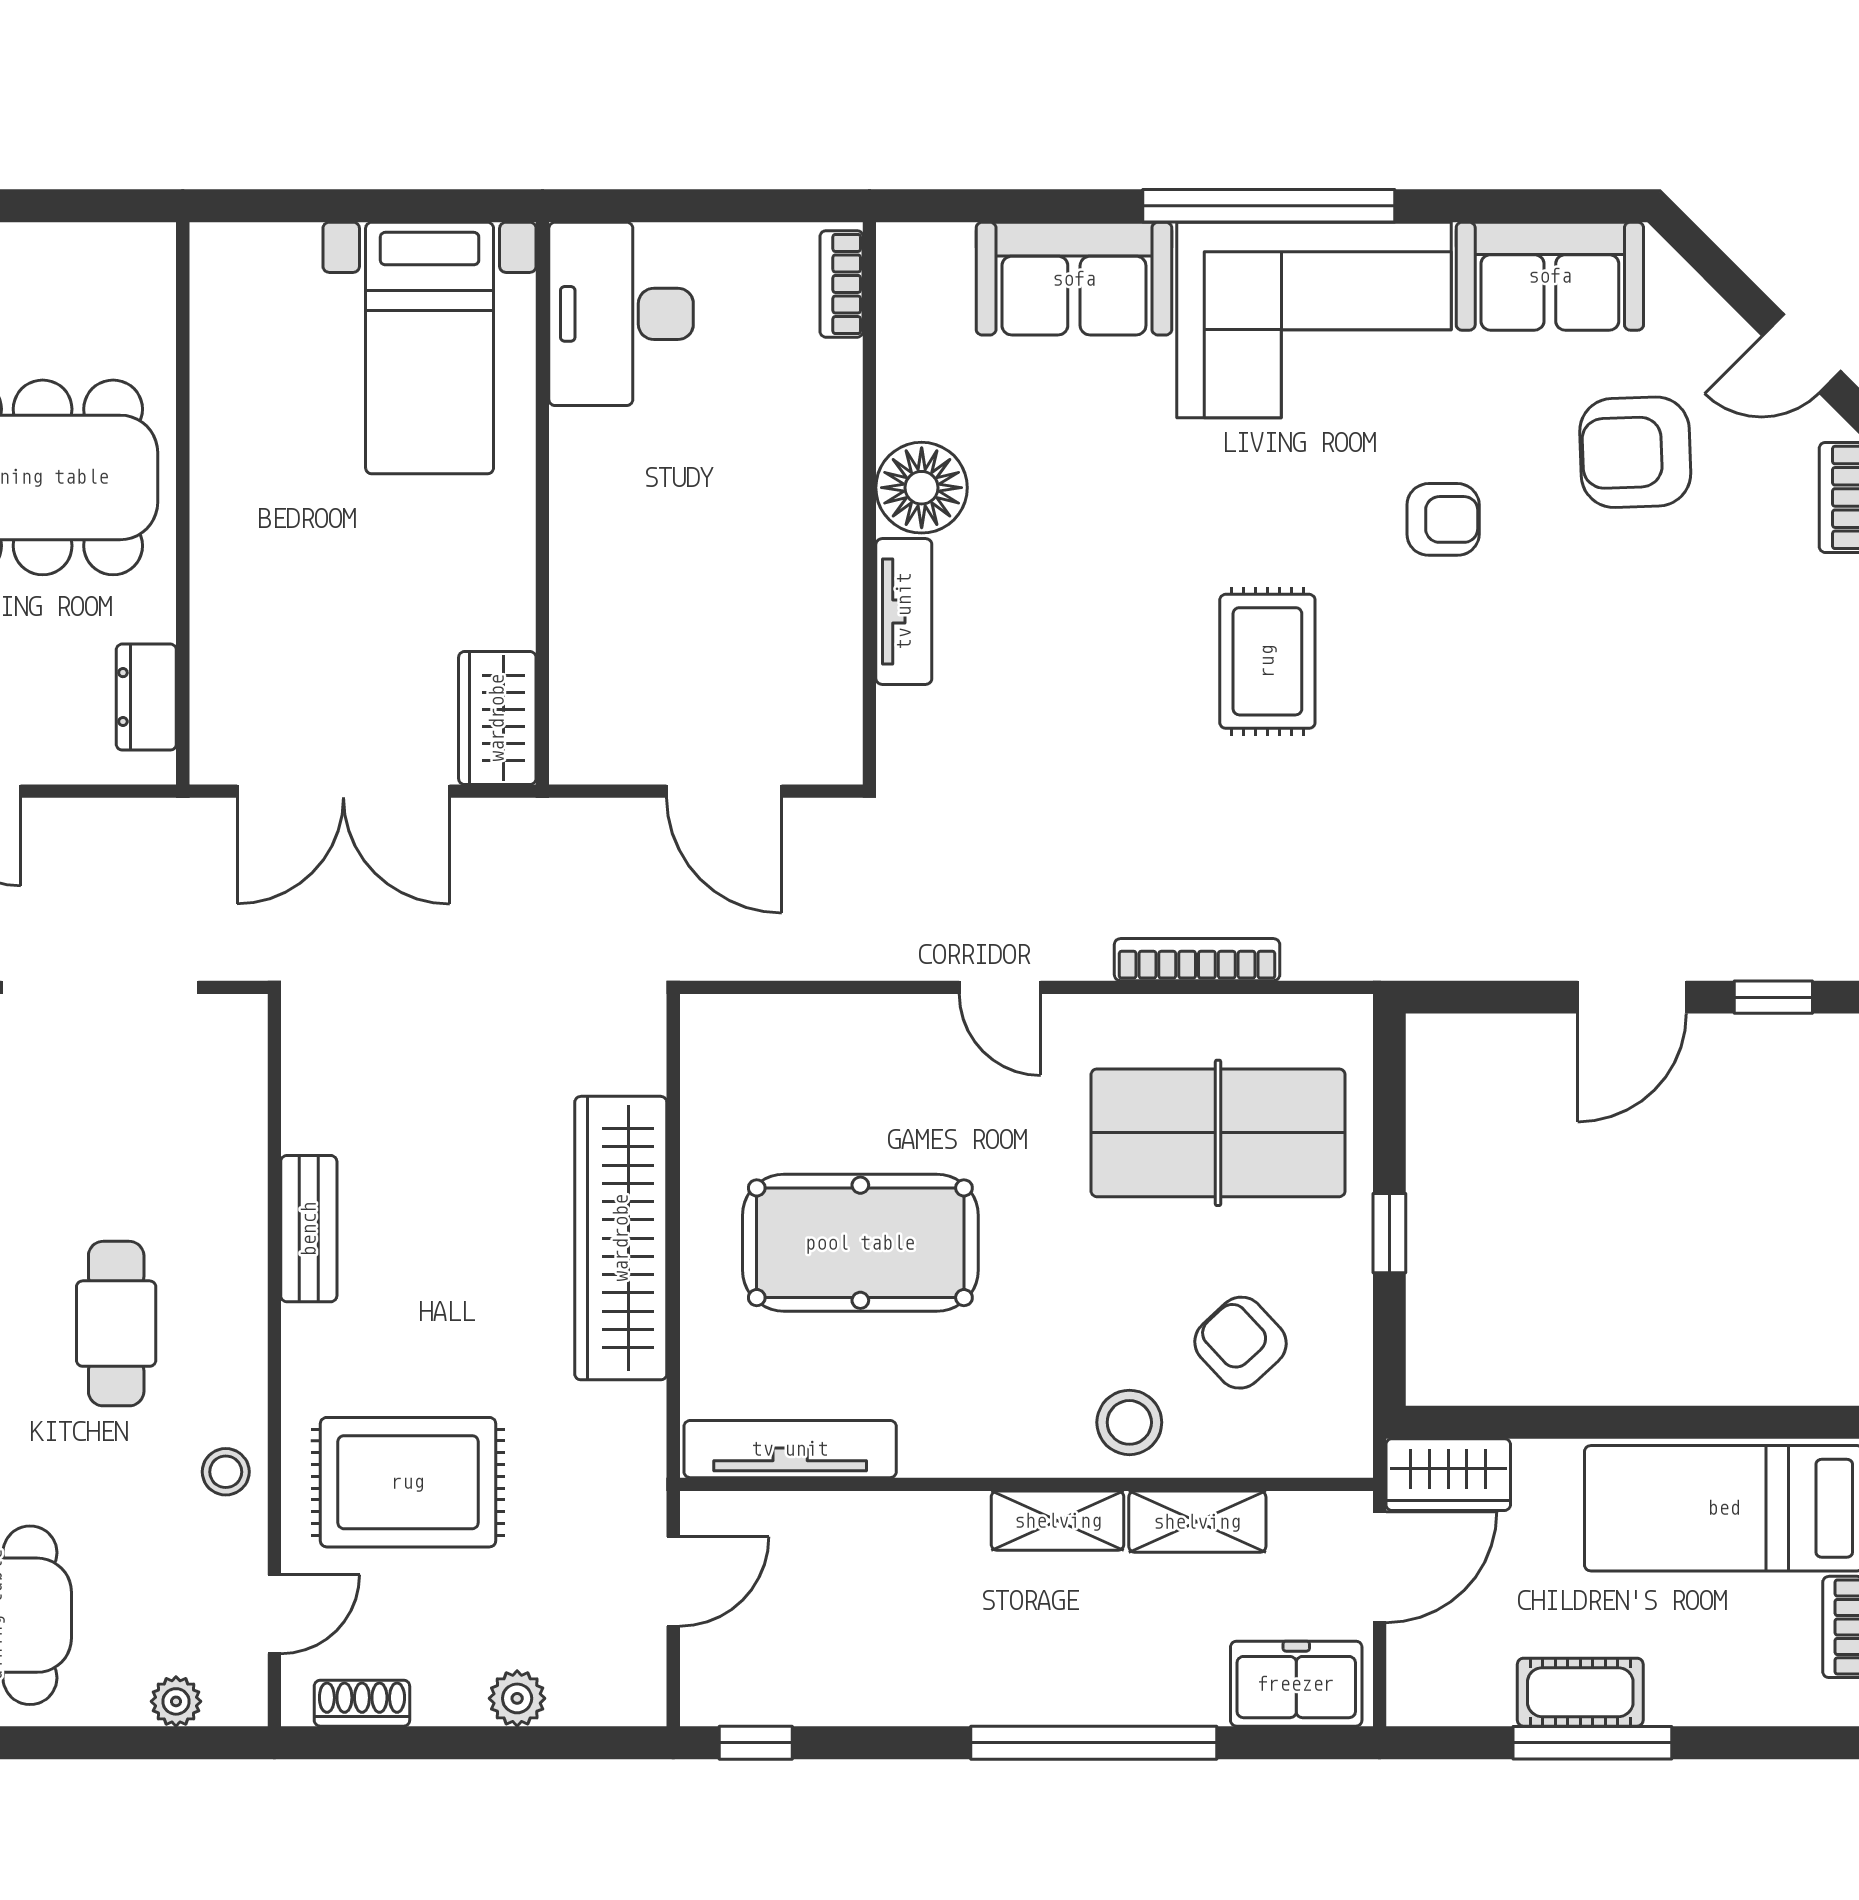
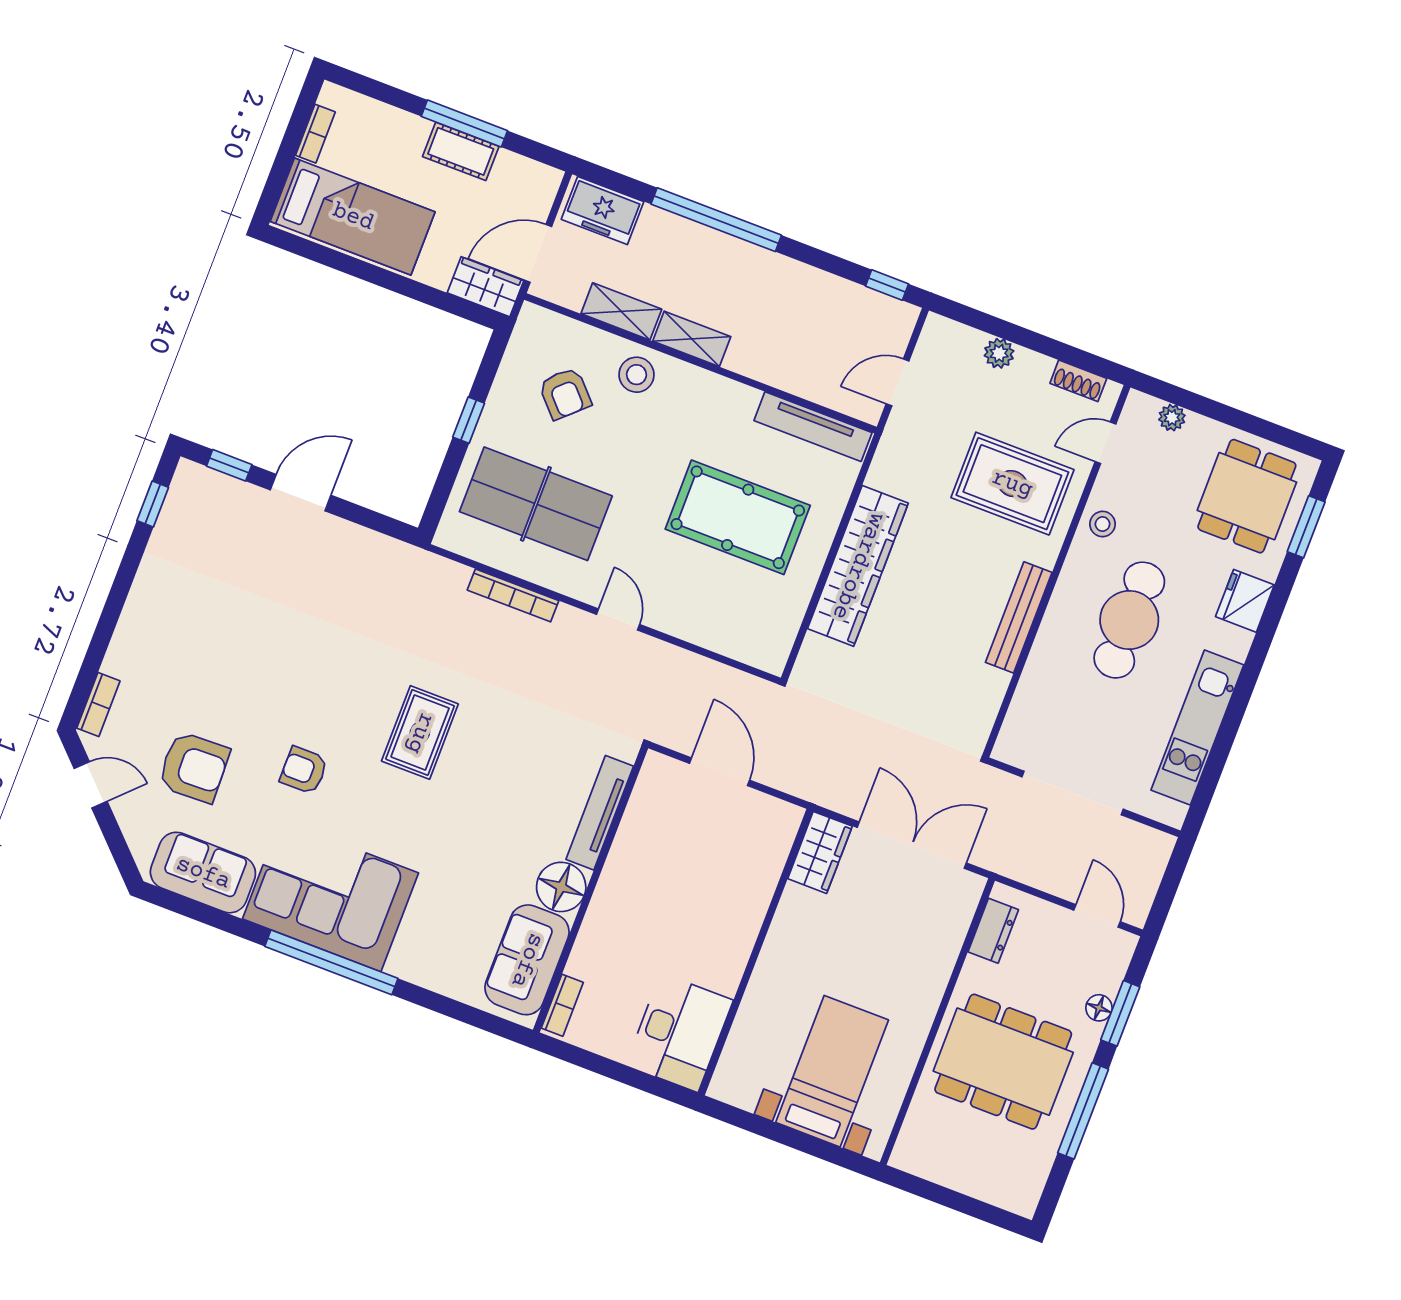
sofa: (1074, 279) -> (527, 960), moved, turned -90
bed with nightstands: (430, 348) -> (832, 1071), moved
tv unit: (904, 611) -> (600, 813), width x1.41
bench: (309, 1229) -> (1019, 617), width x1.36
cafe table: (116, 1324) -> (1129, 620), width x1.37, depth x1.35

